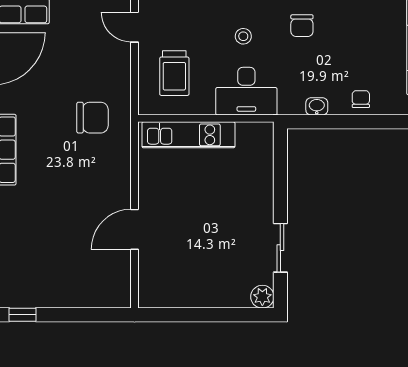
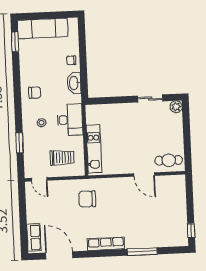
door: (135, 27) -> (39, 179), hinge flipped
washbasin: (317, 106) -> (74, 83), width x1.91, depth x1.45
chair: (92, 118) -> (87, 199), turned -90
cafe table: (160, 278) -> (169, 160), added

